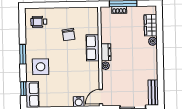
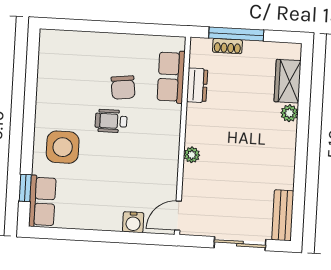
wheelchair: (39, 22) -> (111, 121), moved
row of seats: (93, 48) -> (171, 77), moved
dresser: (106, 52) -> (197, 85), moved
window: (23, 54) -> (29, 120), removed

